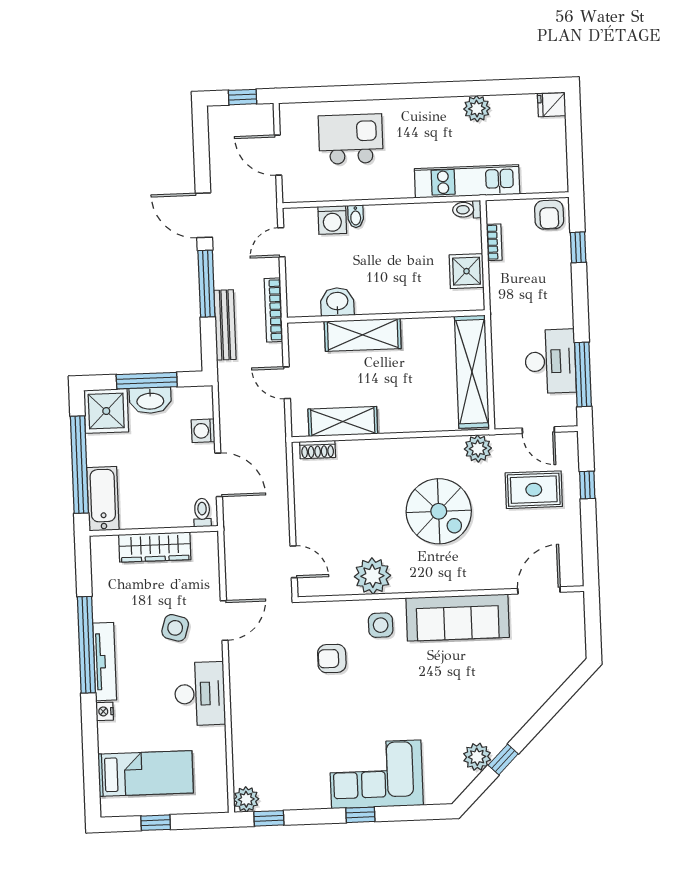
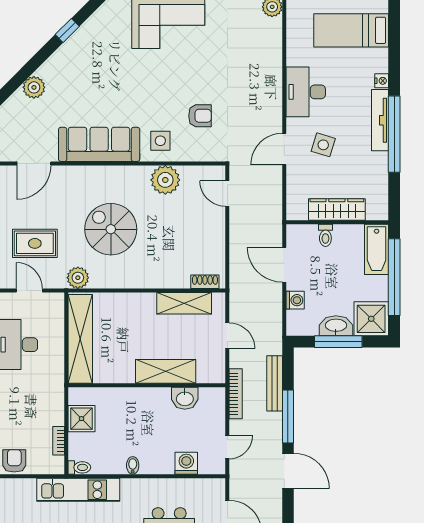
bidet: (356, 216) -> (133, 465), moved
toilet: (202, 513) -> (325, 235), moved
plant: (477, 757) -> (34, 87), moved

